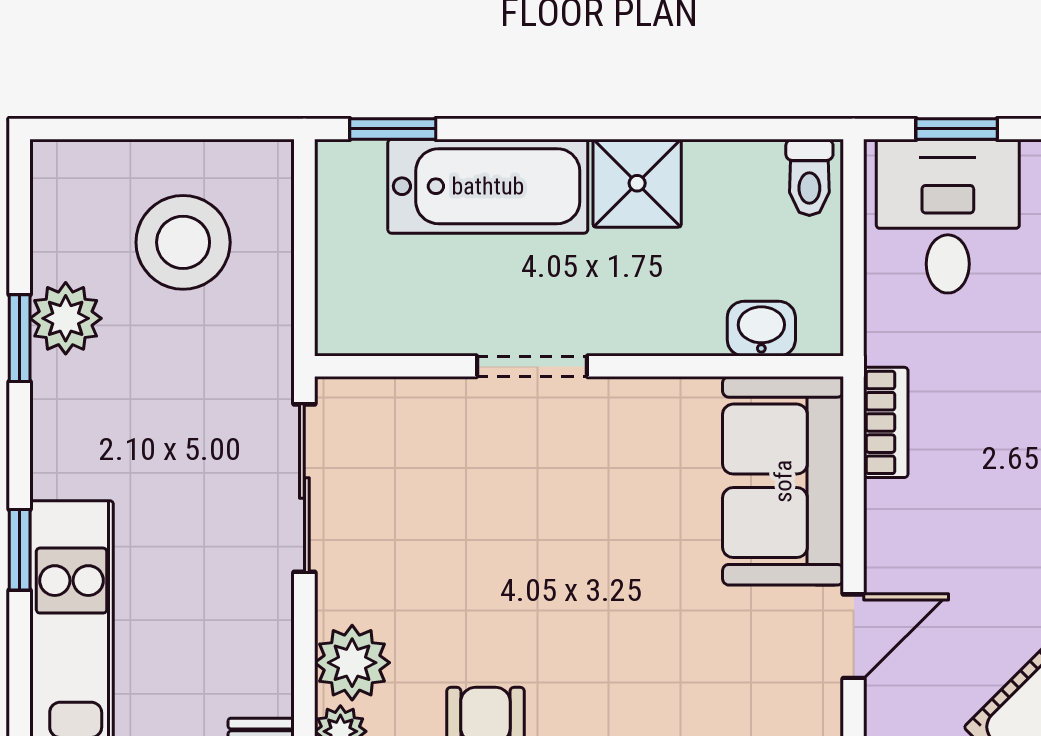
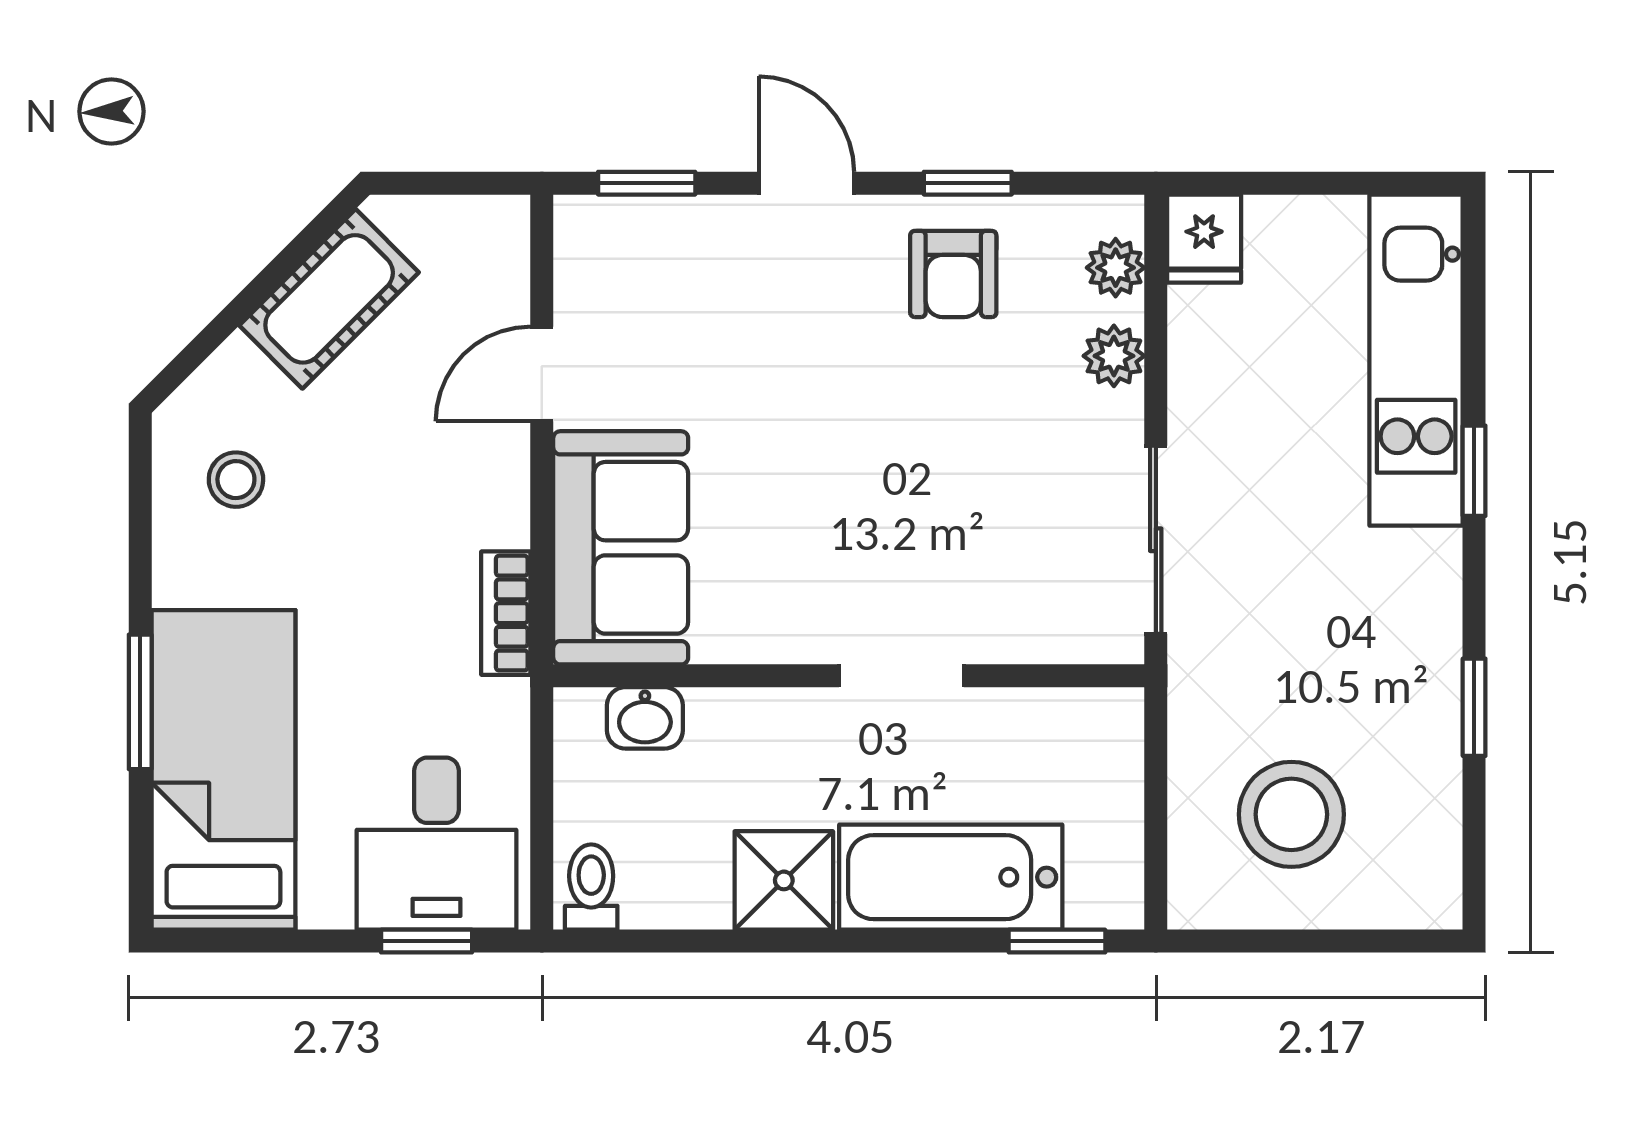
plant: (66, 318) -> (1423, 729), removed
plant: (352, 663) -> (1114, 356), width x0.73, depth x0.73

